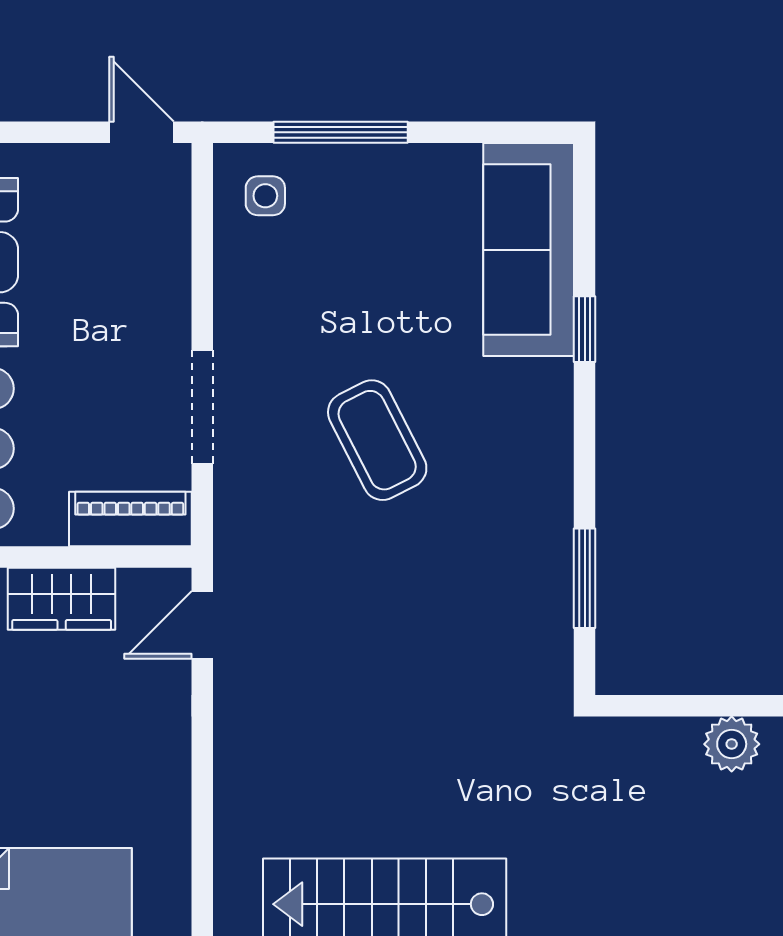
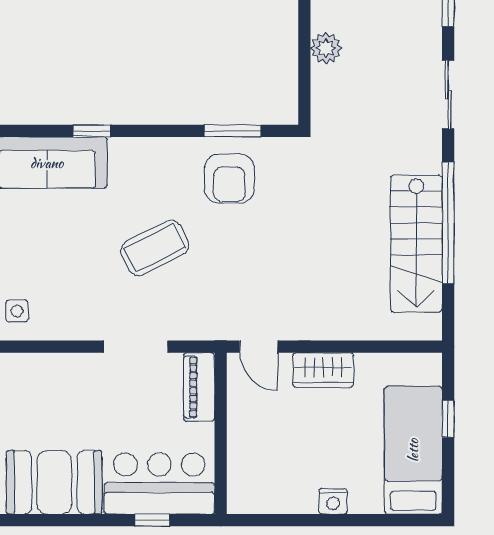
armchair: (500, 573) -> (229, 178), added
wardrobe: (62, 599) -> (323, 370), moved, turned 90

